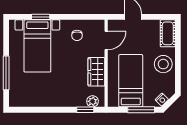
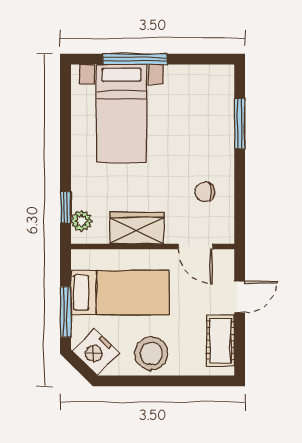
window: (41, 17) -> (240, 124), width x1.50
cot: (168, 33) -> (220, 341), moved, turned 90
bed with nightstands: (37, 46) -> (121, 114), moved, turned -90
nightstand: (162, 100) -> (96, 352), width x1.89, depth x1.79

